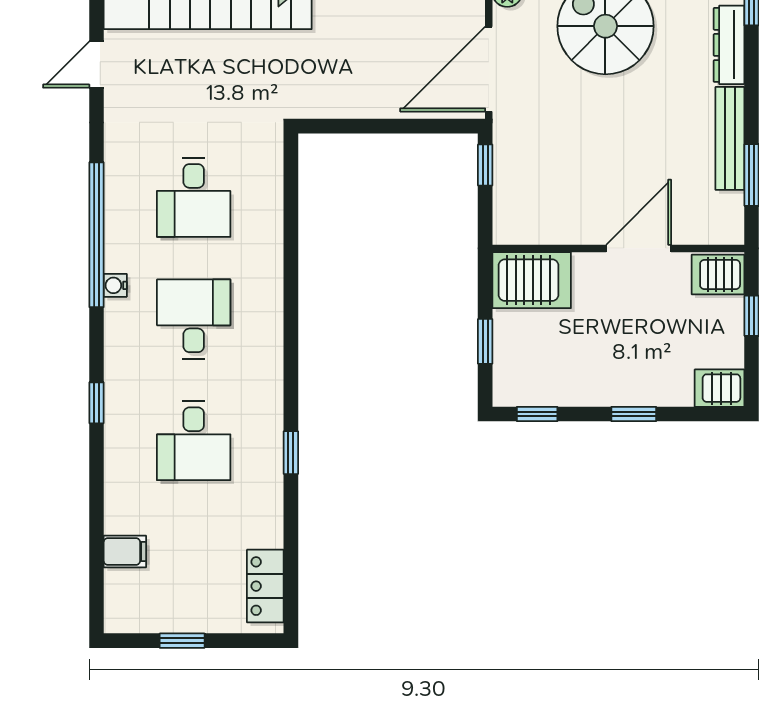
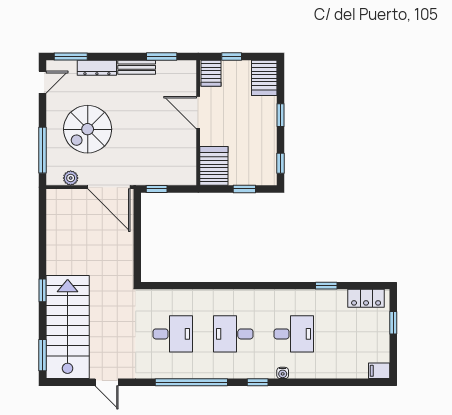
bench: (730, 138) -> (137, 67), width x0.73
water cooler: (115, 285) -> (283, 373), moved
server rack: (719, 388) -> (264, 78), width x1.36, depth x1.44
window: (97, 403) -> (258, 382), moved
window: (291, 453) -> (326, 286), moved
filing cabinet: (125, 552) -> (379, 371), moved, turned -90
window: (182, 641) -> (393, 323), moved

